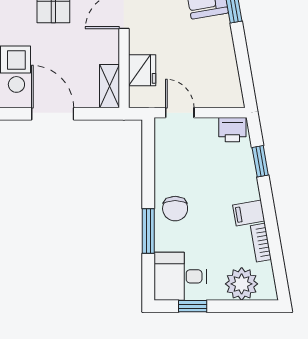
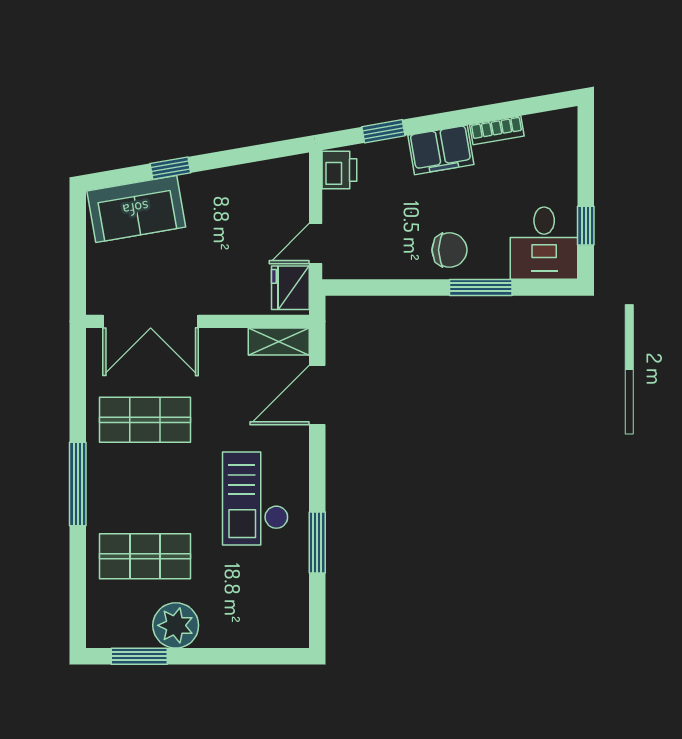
fridge: (142, 70) -> (290, 288), moved, turned -90
door: (53, 114) -> (317, 395), moved
filing cabinet: (249, 213) -> (441, 150), width x2.00
plant: (242, 284) -> (555, 157), removed

